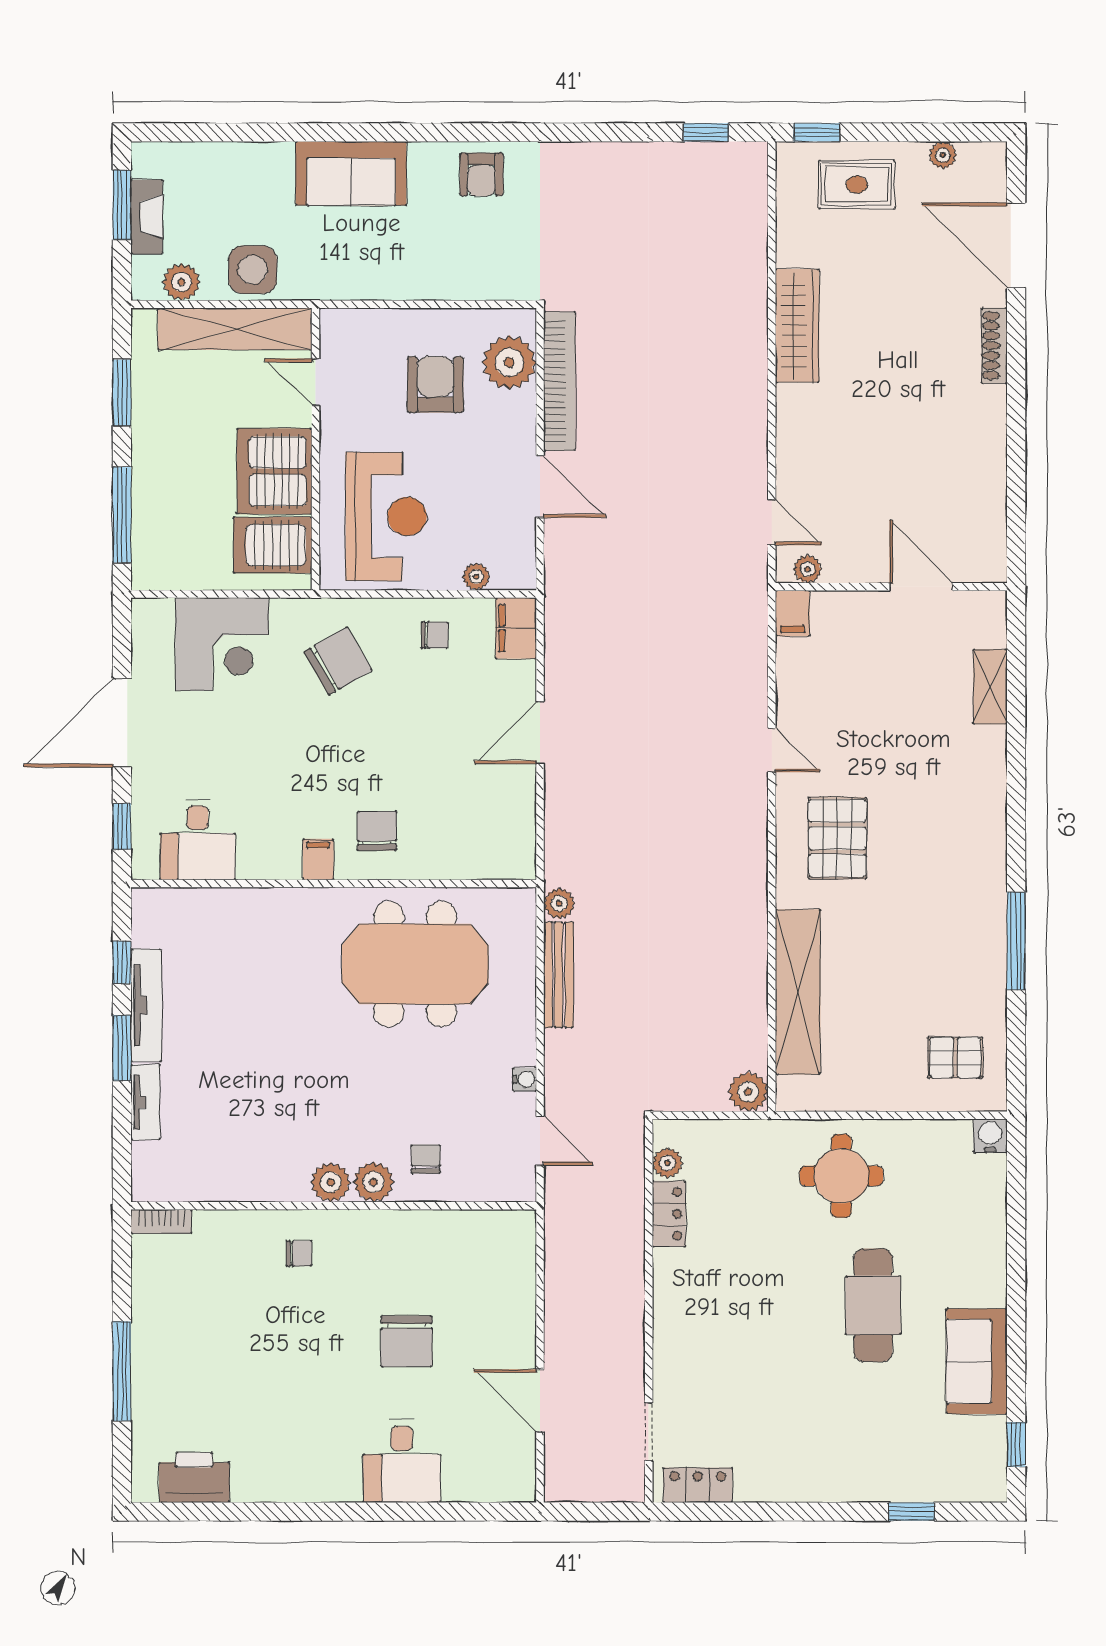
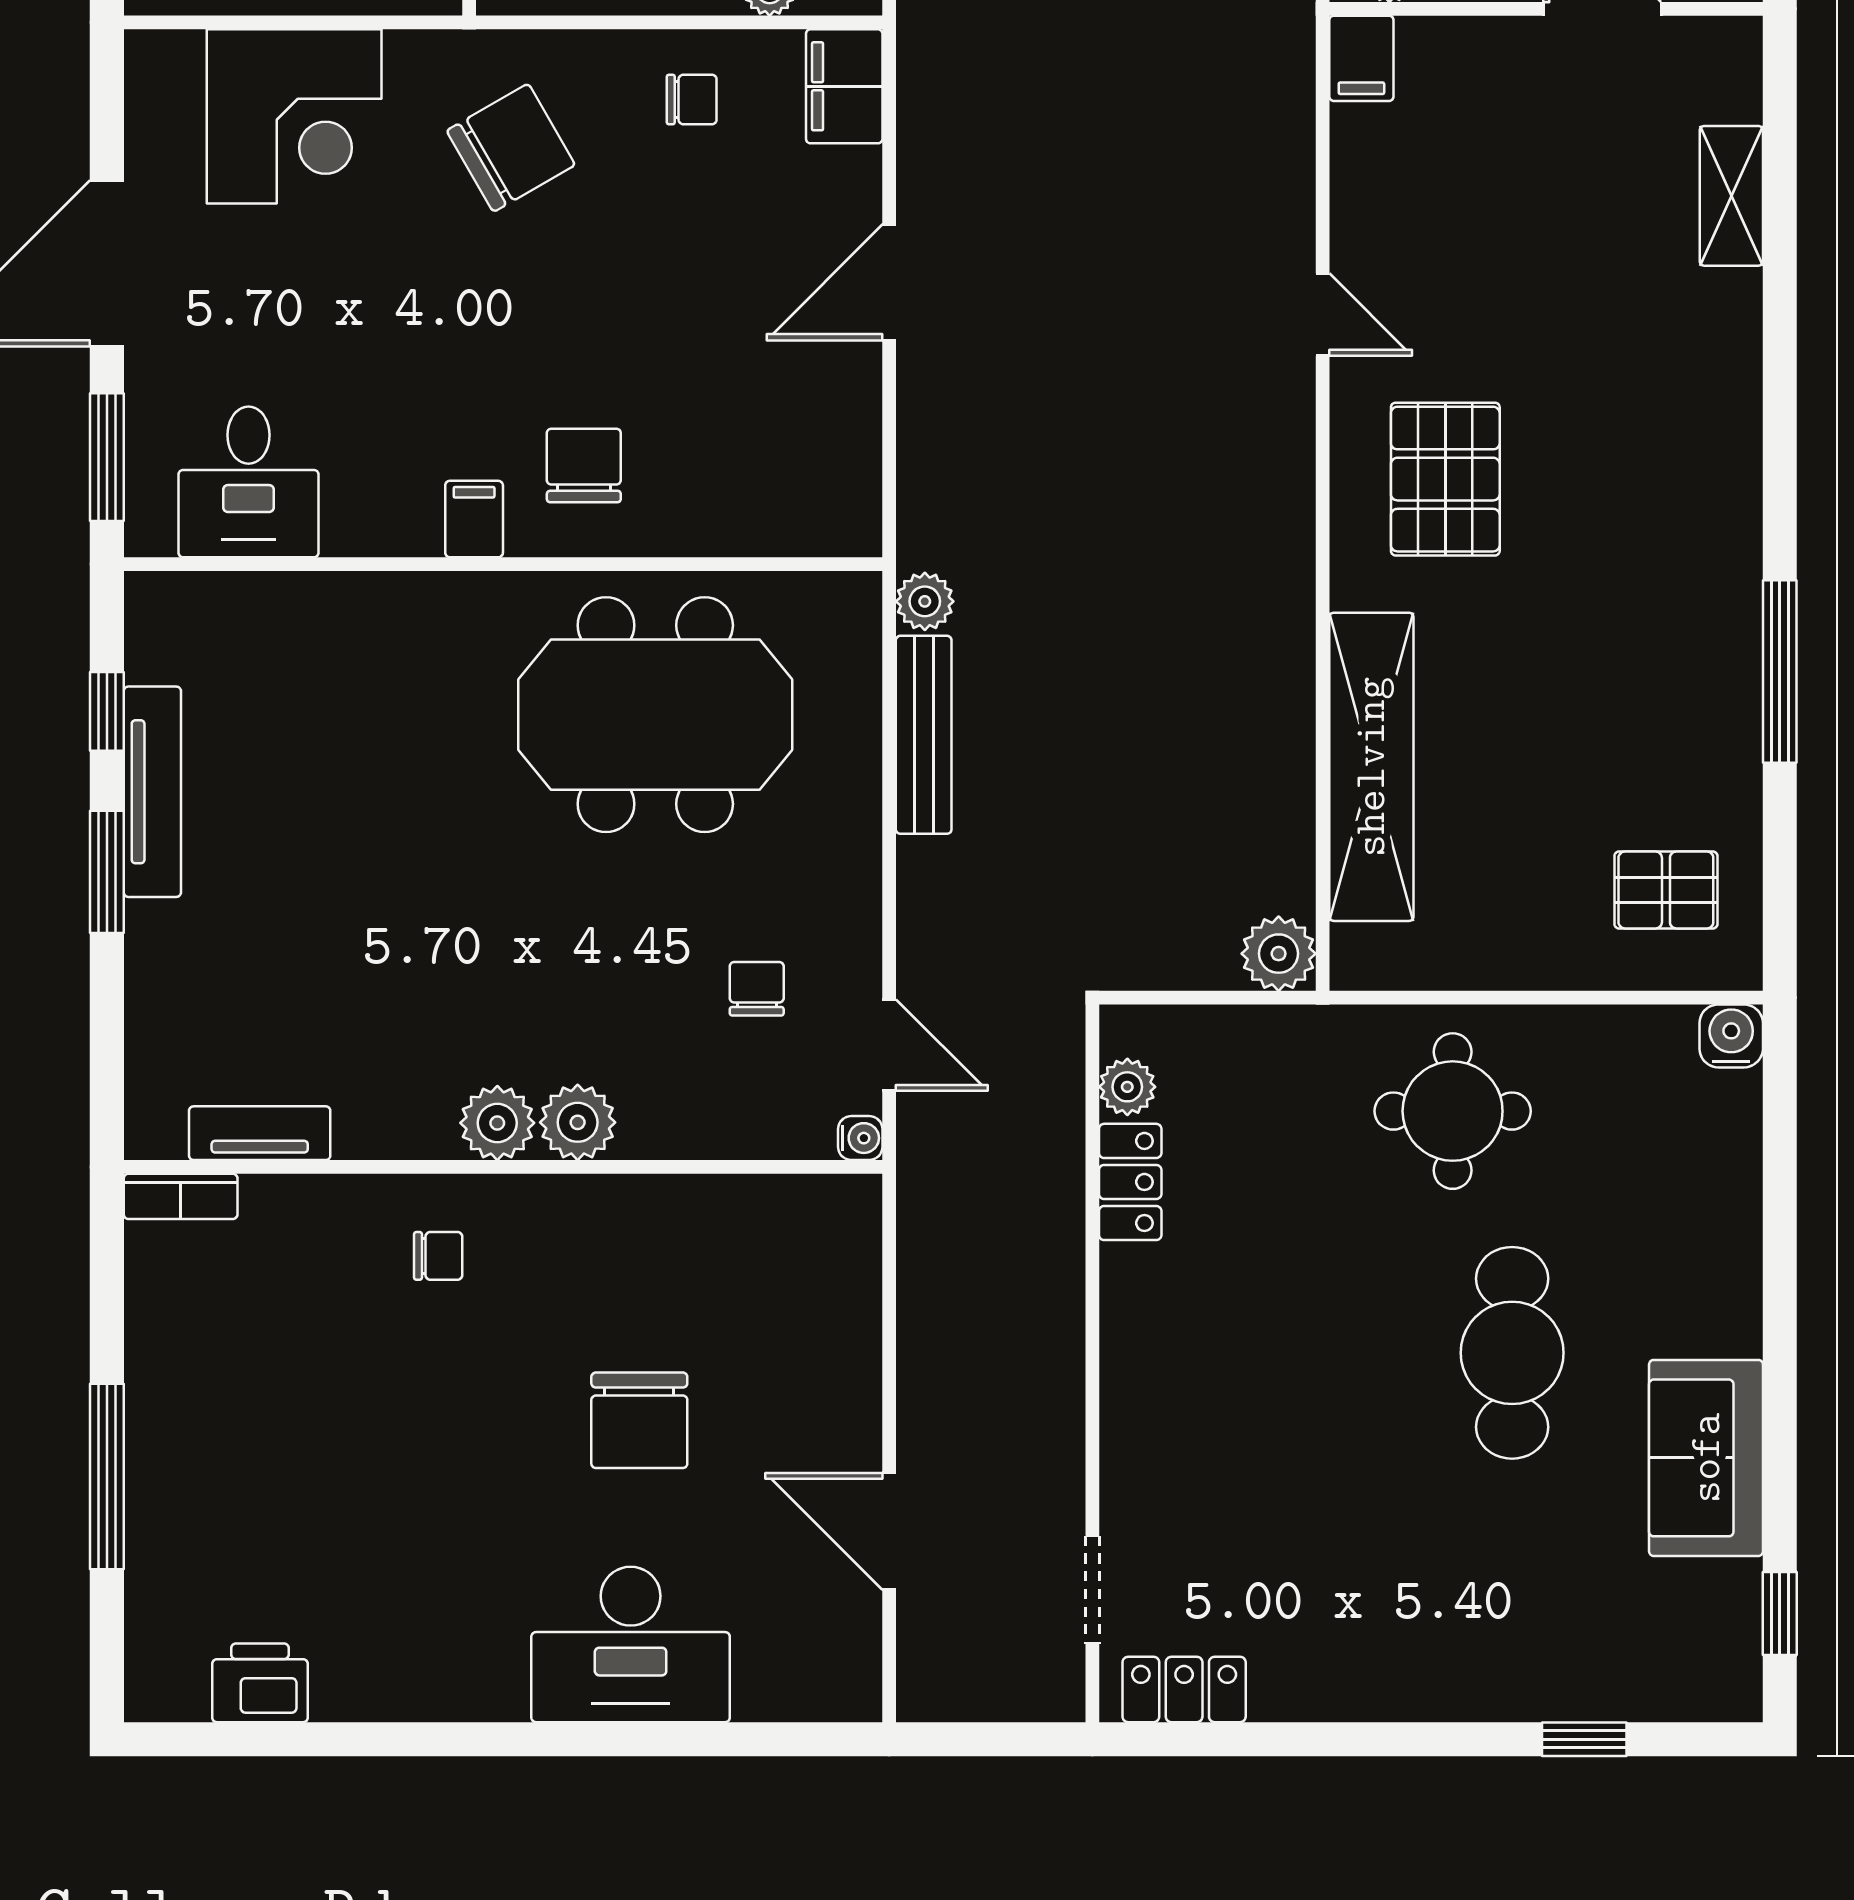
window: (122, 826) -> (107, 457), width x1.50
water cooler: (525, 1079) -> (860, 1138), moved
tv unit: (145, 1102) -> (260, 1133), moved, turned -90
chair: (426, 1159) -> (757, 989), moved
desk: (402, 1461) -> (631, 1644), width x1.37
printer: (194, 1477) -> (260, 1683), width x0.73, depth x0.84

